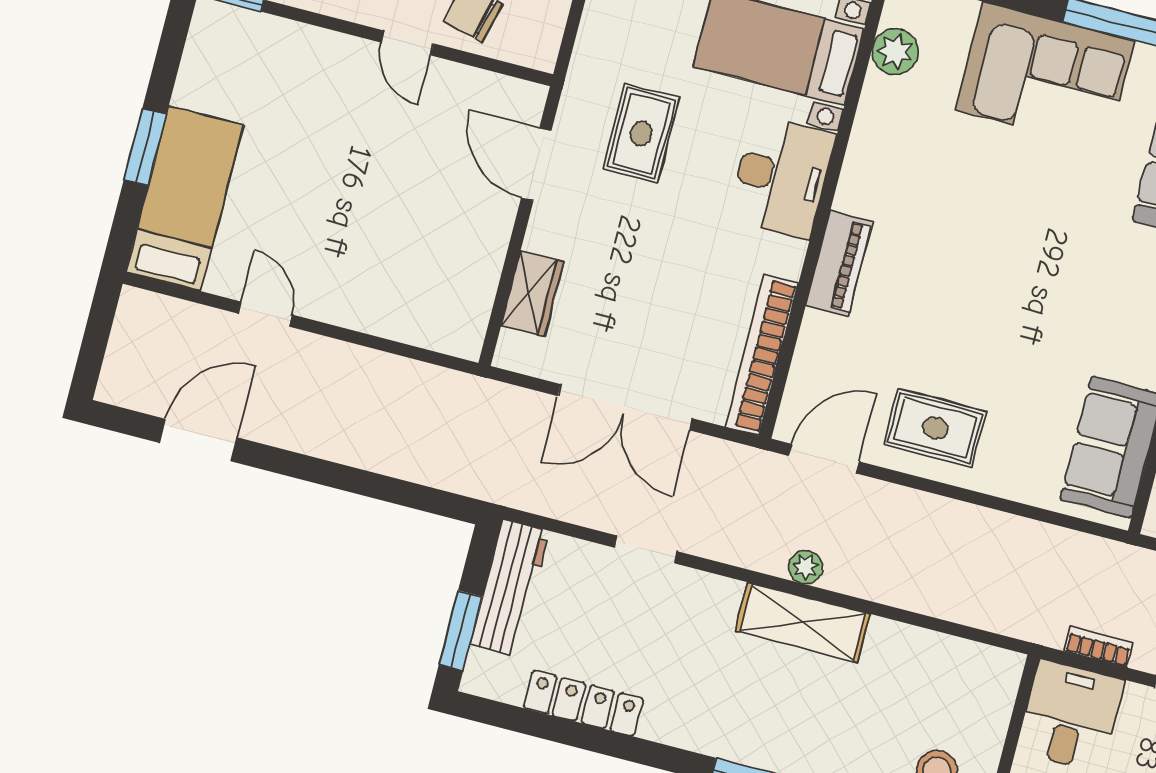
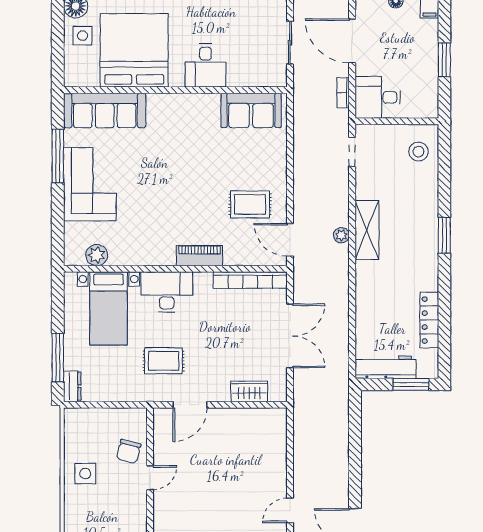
rug: (935, 428) -> (250, 204), moved, turned 90
doorway: (646, 549) -> (352, 152), moved

